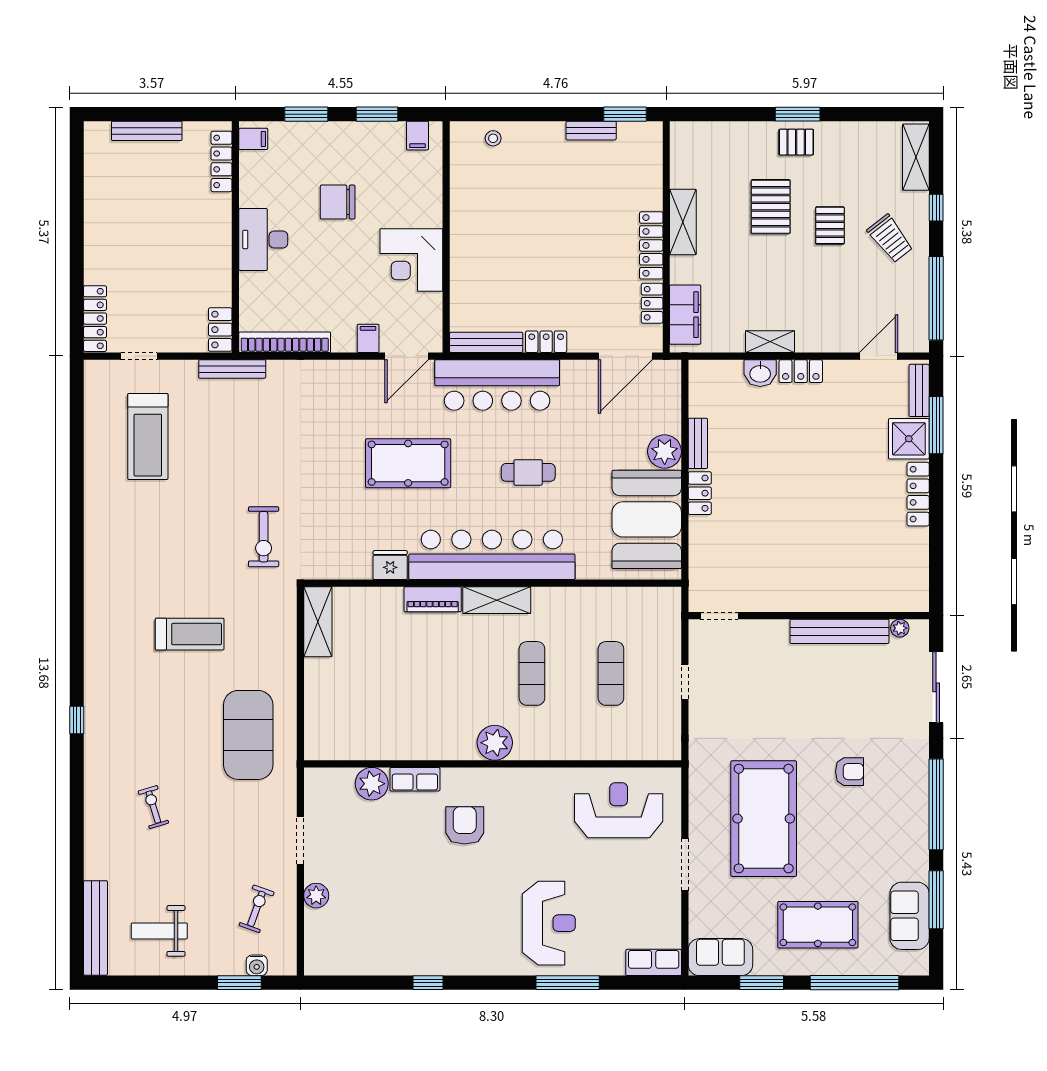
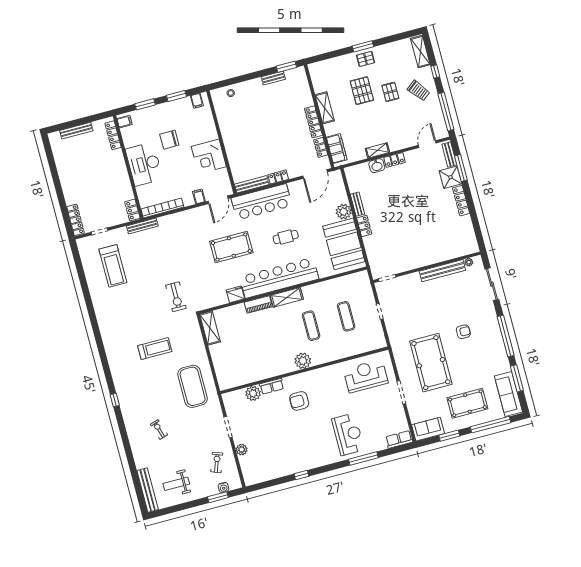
desk: (263, 239) -> (144, 164), width x1.36, depth x1.30
armchair: (465, 825) -> (299, 401), turned -90
sofa: (910, 916) -> (508, 394), width x1.36

